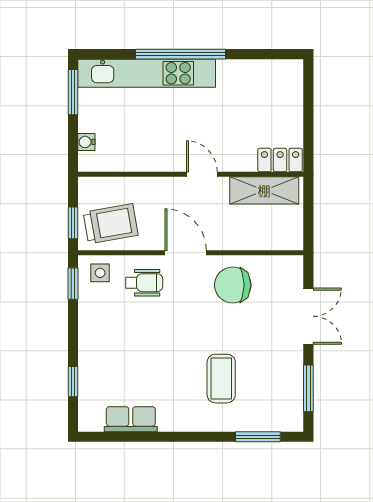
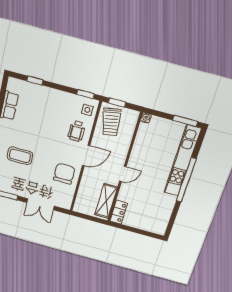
water cooler: (86, 142) -> (146, 118), moved

